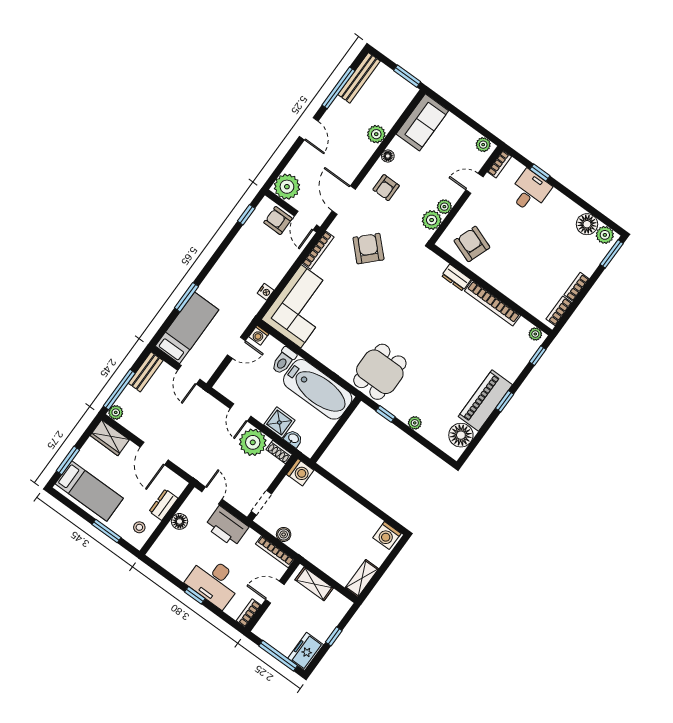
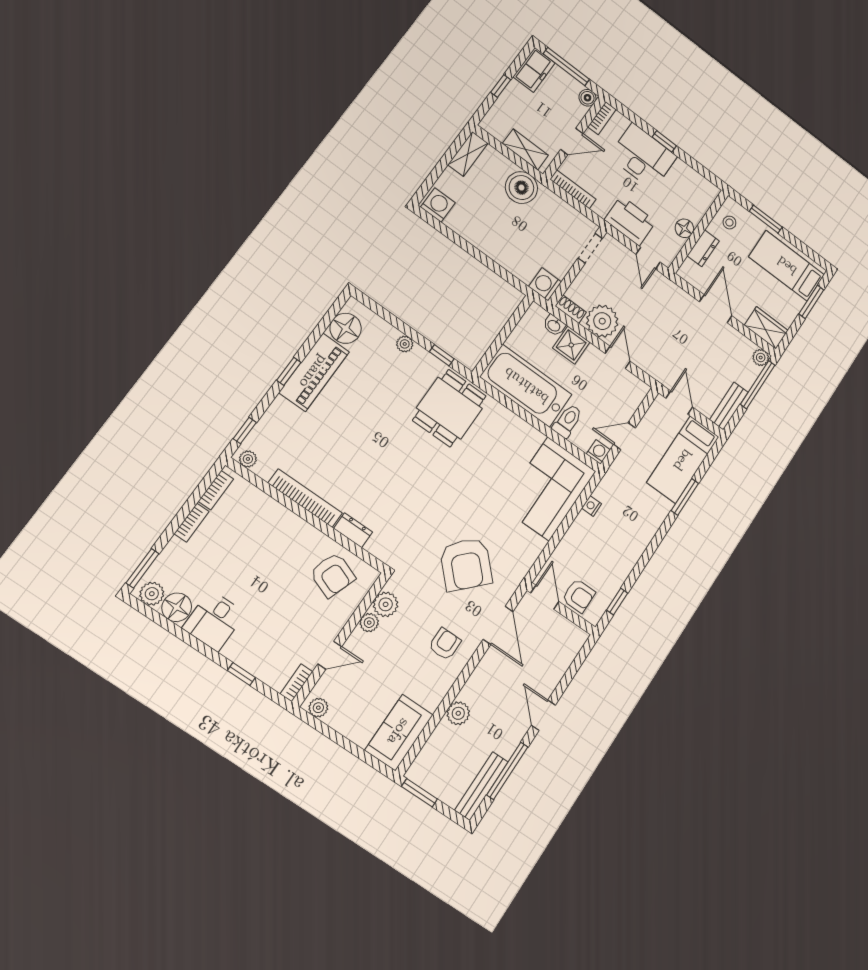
floor lamp: (388, 156) -> (443, 685), removed
plant: (287, 187) -> (569, 639), removed
desk: (530, 191) -> (214, 621), moved
armchair: (368, 249) -> (466, 564), width x1.36, depth x1.36
bookcase: (318, 250) -> (529, 560), removed
boiler: (284, 534) -> (521, 188), moved, width x1.86, depth x1.86
boiler: (261, 630) -> (587, 98), added

